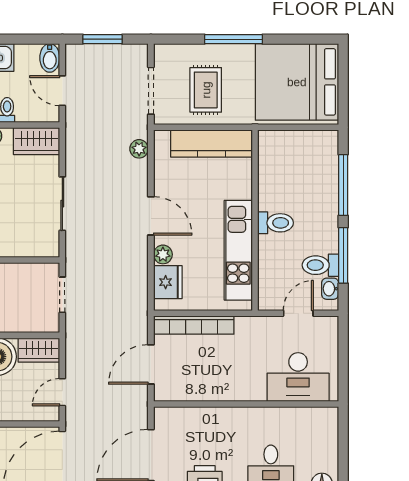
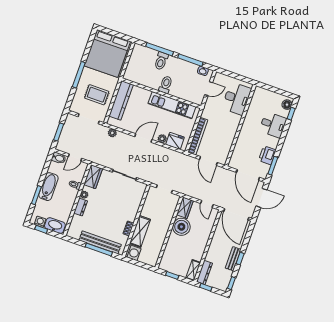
toilet: (320, 265) -> (161, 61), moved
door: (298, 313) -> (209, 89), swing flipped

